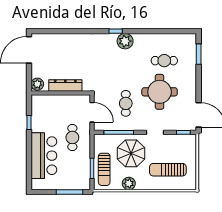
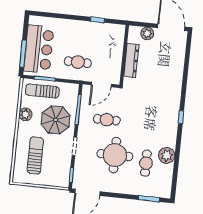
plant: (125, 41) -> (167, 155), moved
plant: (37, 84) -> (147, 33), moved
bar counter: (44, 156) -> (39, 49), moved, turned -90

